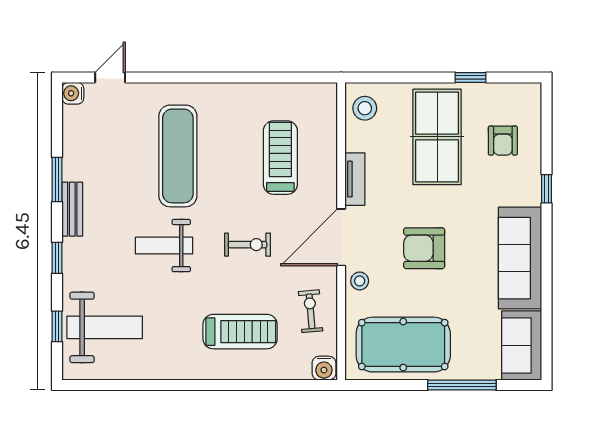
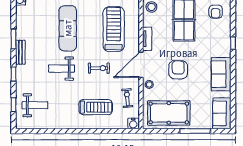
armchair: (503, 141) -> (216, 12), moved
treadmill: (280, 158) -> (114, 29), width x1.37, depth x1.38
armchair: (424, 248) -> (178, 70), turned 90
sofa: (520, 258) -> (221, 74), width x0.73
weight bench: (105, 327) -> (35, 105), width x0.73, depth x0.75

